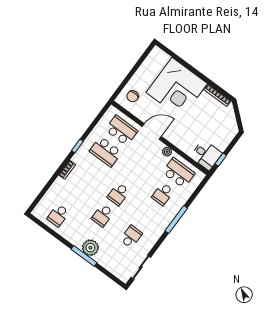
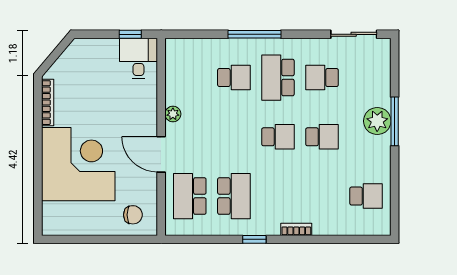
school desk: (179, 173) -> (278, 78), moved

